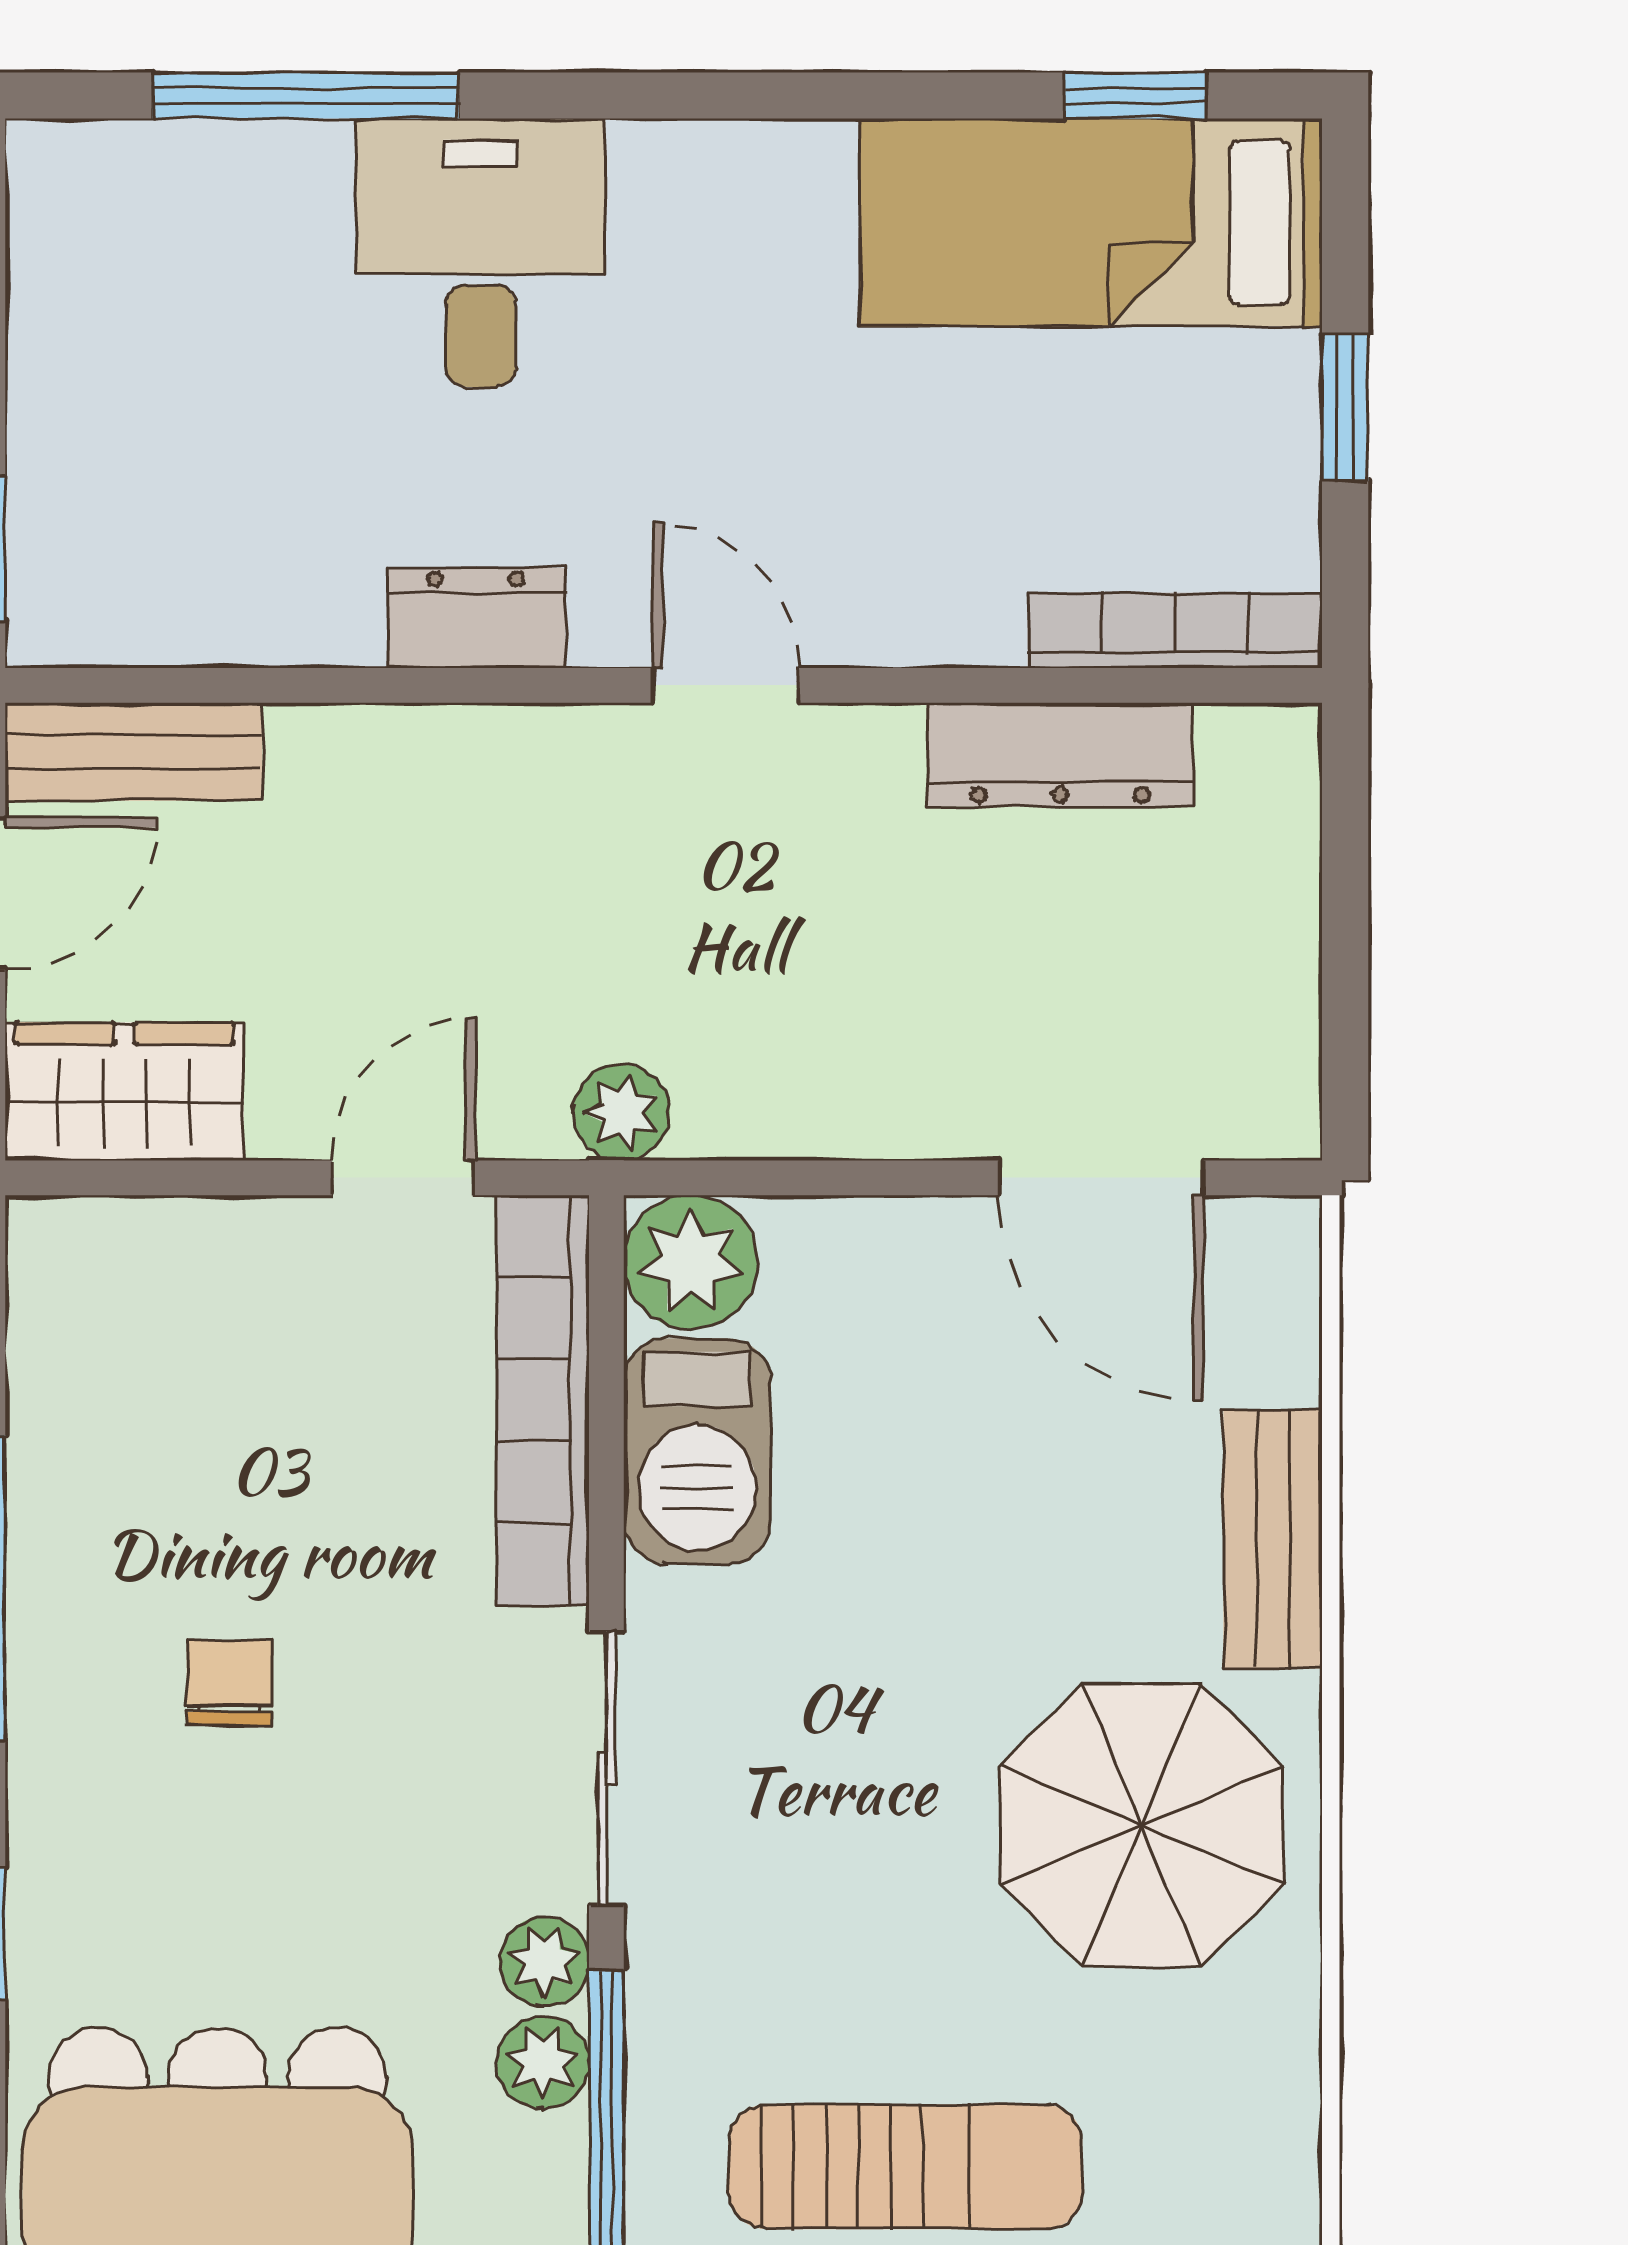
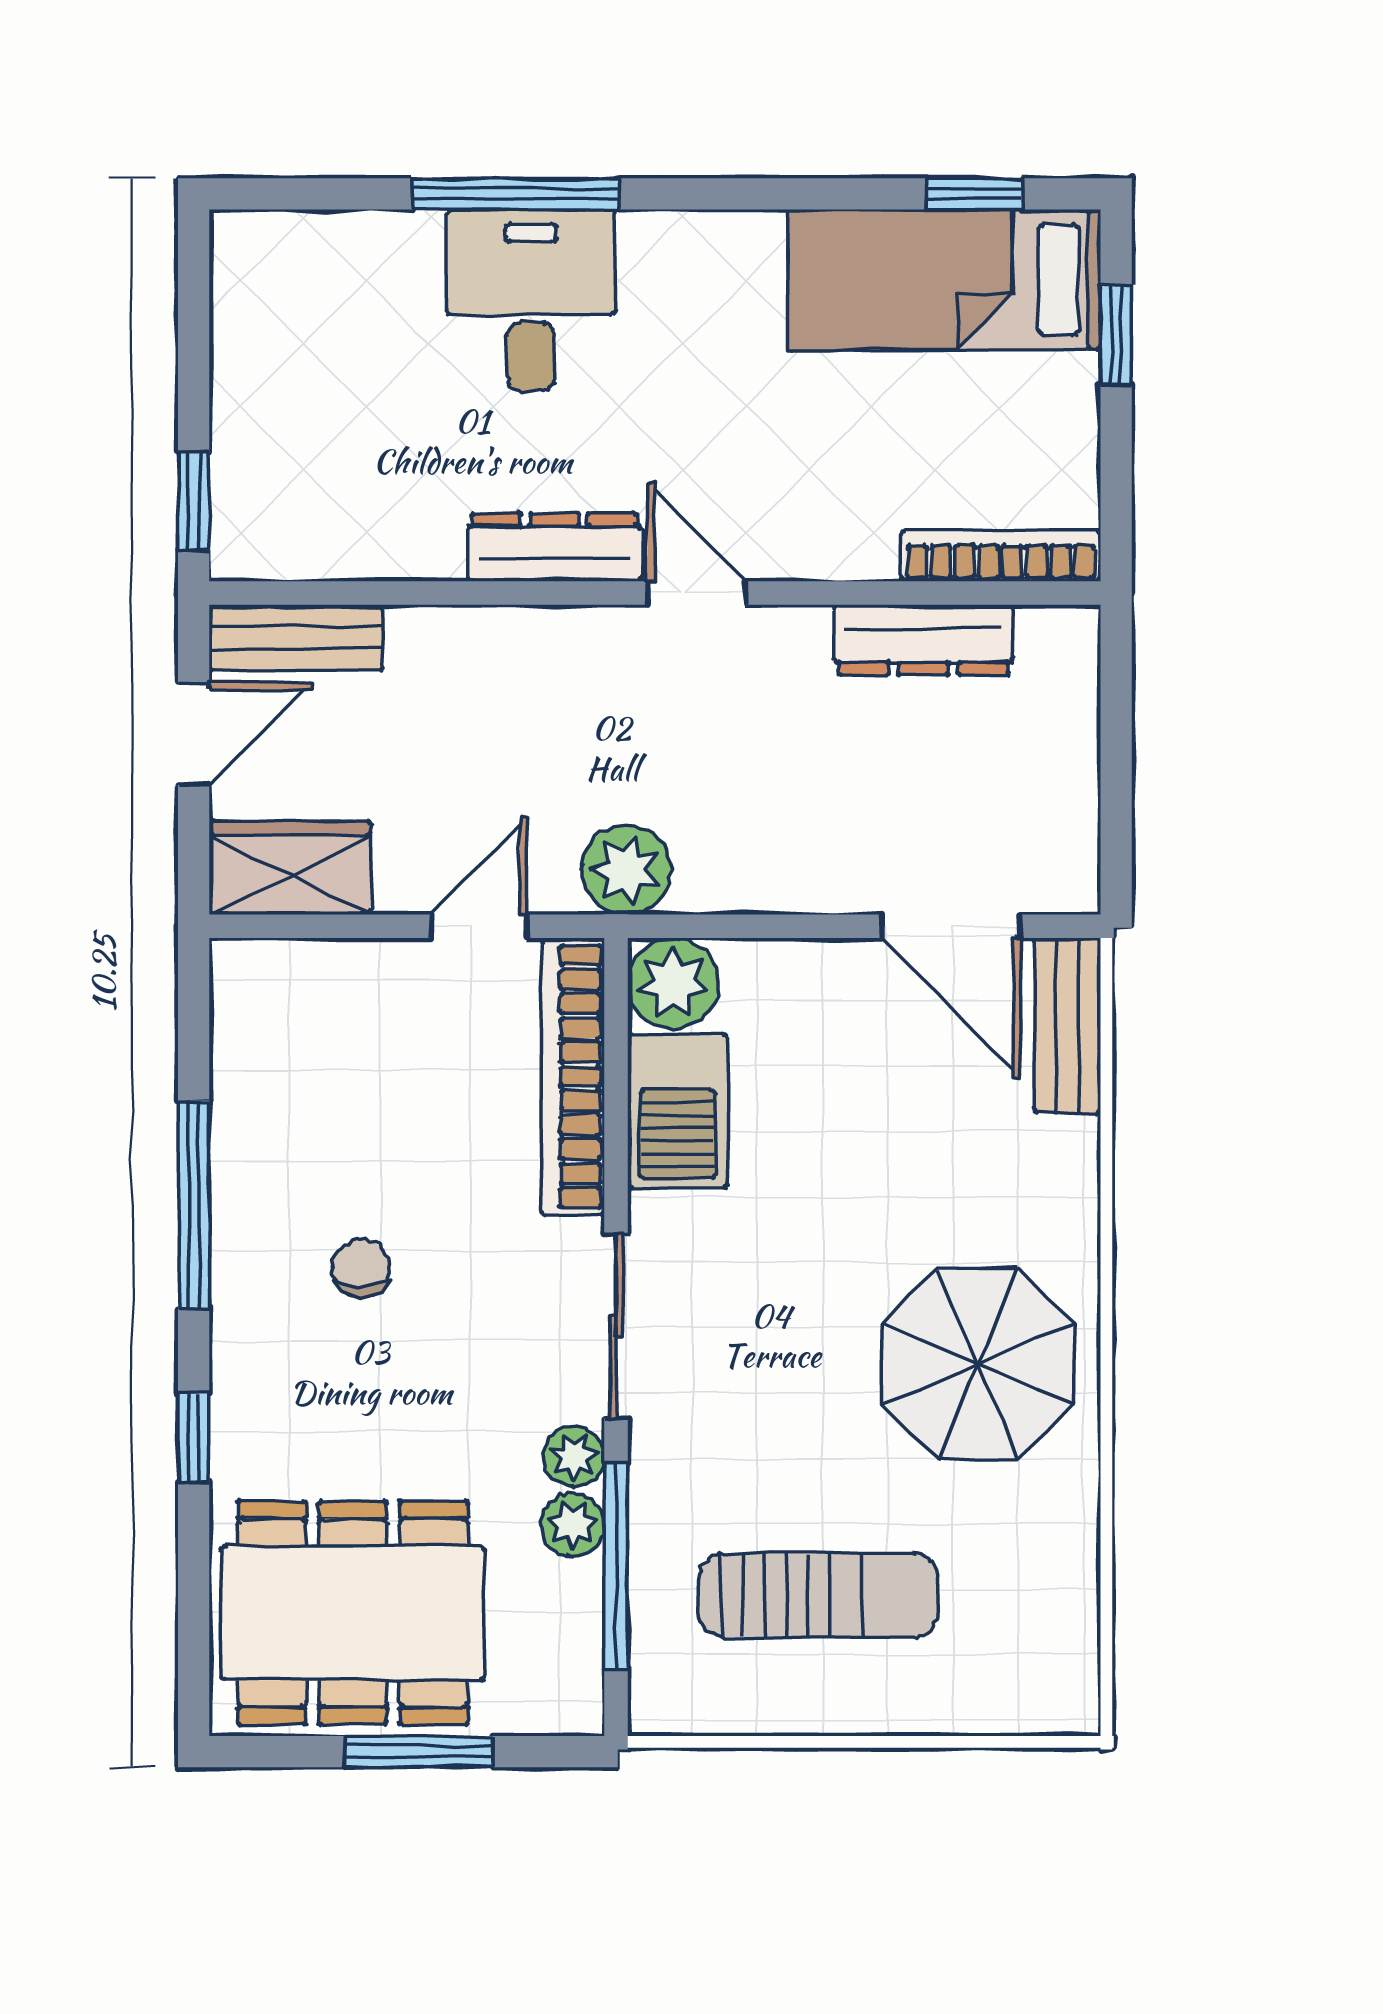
window: (306, 96) -> (515, 194), moved
window: (1345, 407) -> (1116, 335), moved
dresser: (476, 618) -> (554, 547), width x1.44
plant: (621, 1113) -> (626, 870), width x1.38, depth x1.38
bench: (1273, 1539) -> (1067, 1025), moved

